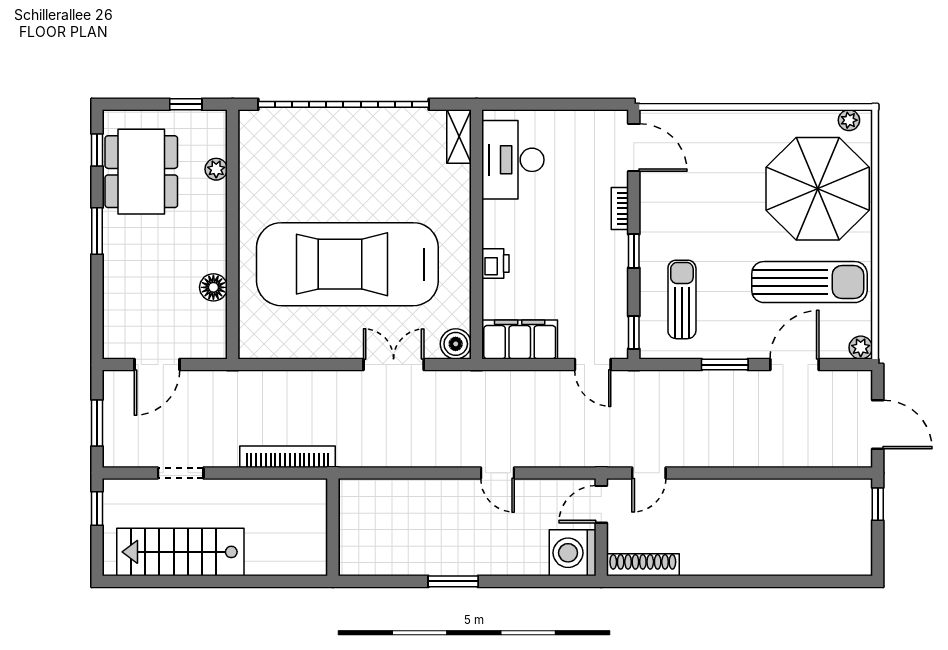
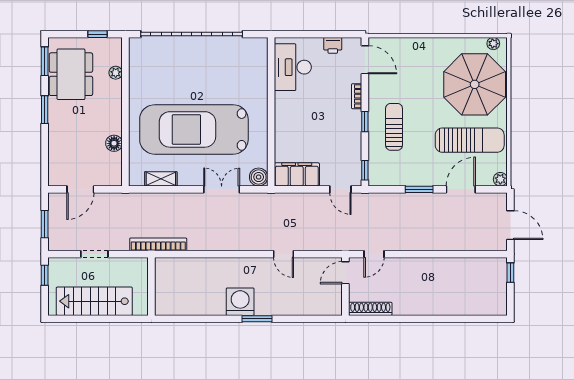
shelving: (459, 137) -> (161, 179), moved, turned 90
window: (97, 150) -> (45, 61), width x1.50
printer: (495, 263) -> (333, 45), moved, turned 90
sun lounger: (682, 299) -> (394, 127), moved
wall: (333, 527) -> (151, 286), moved
washing machine: (573, 553) -> (240, 302), moved, turned 90

